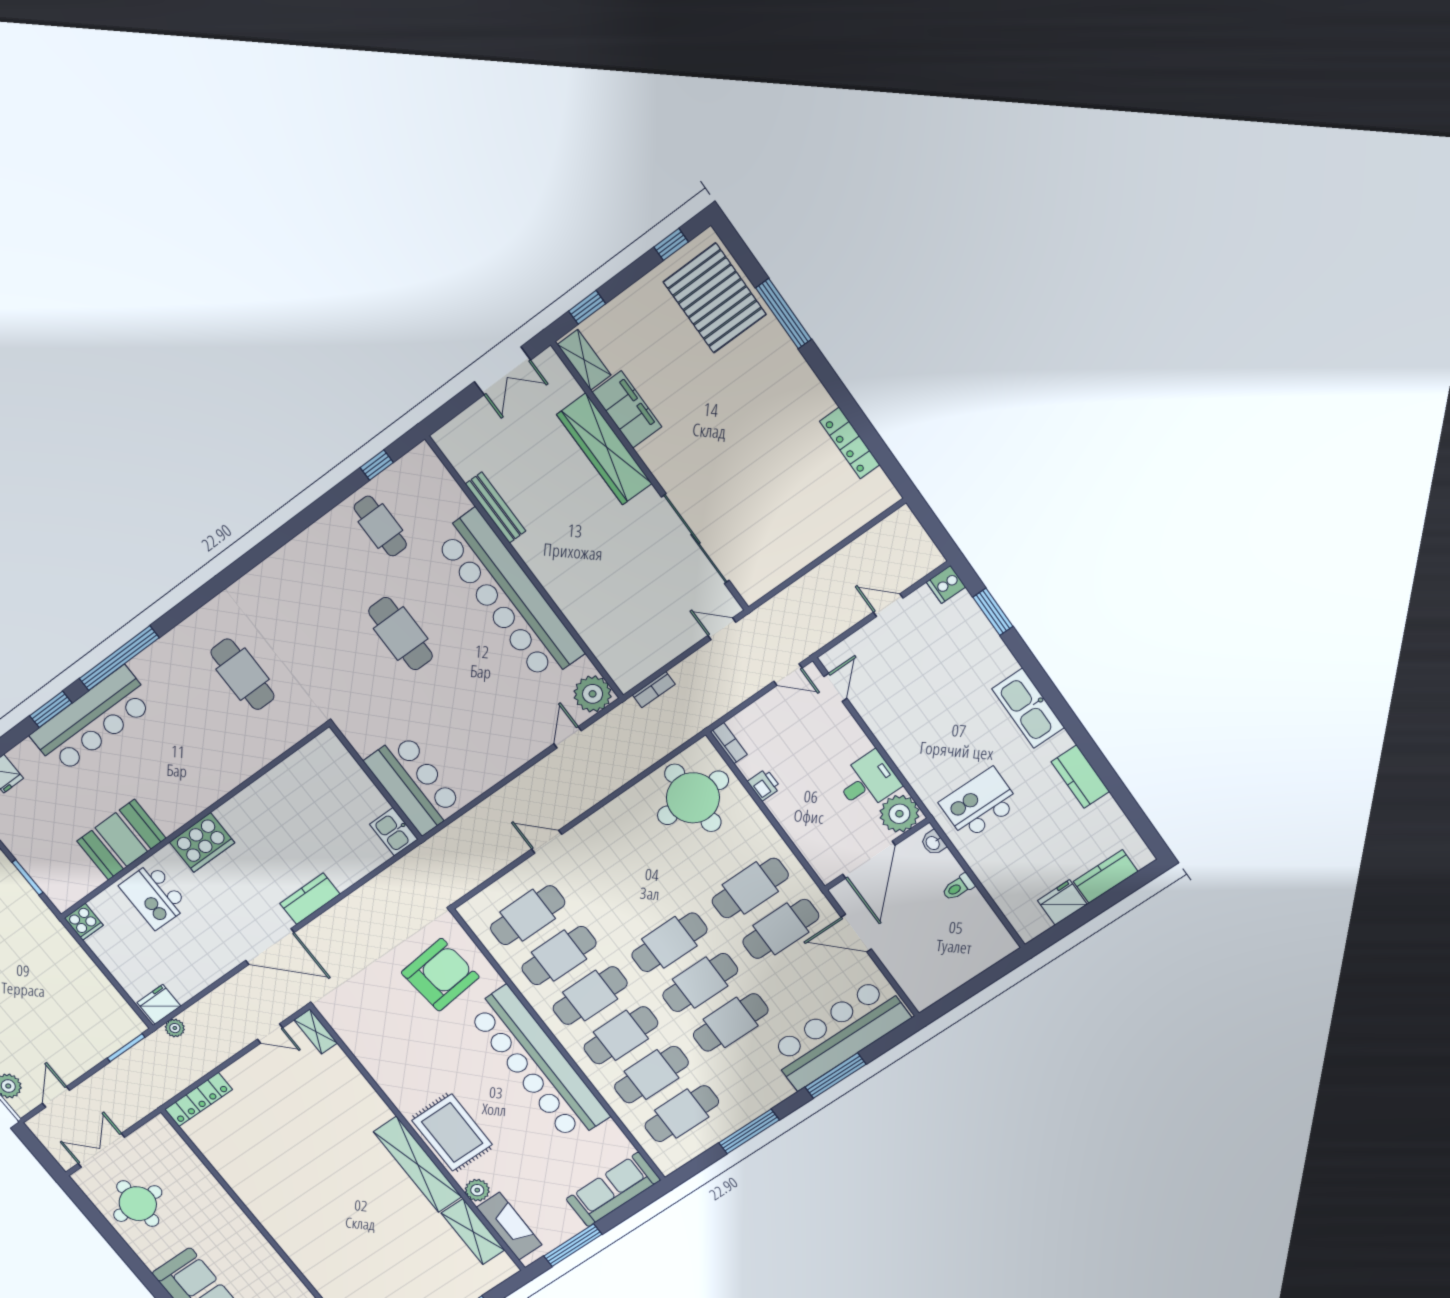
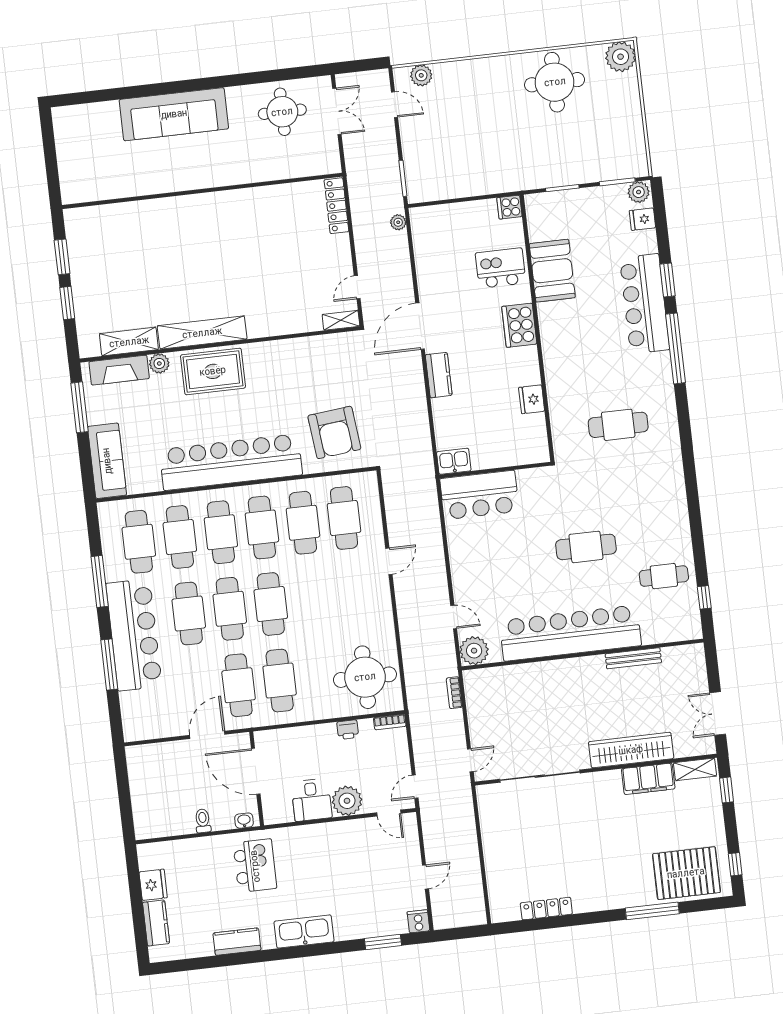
plant: (899, 814) -> (347, 801), moved
fridge: (159, 1004) -> (532, 399), moved, turned 180
bar counter: (839, 1034) -> (134, 635), moved

